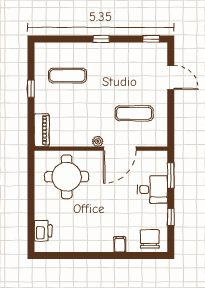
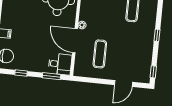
desk: (152, 190) -> (60, 64), moved, turned -90

